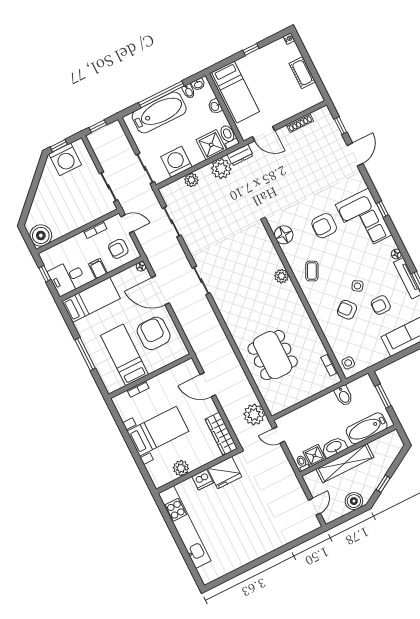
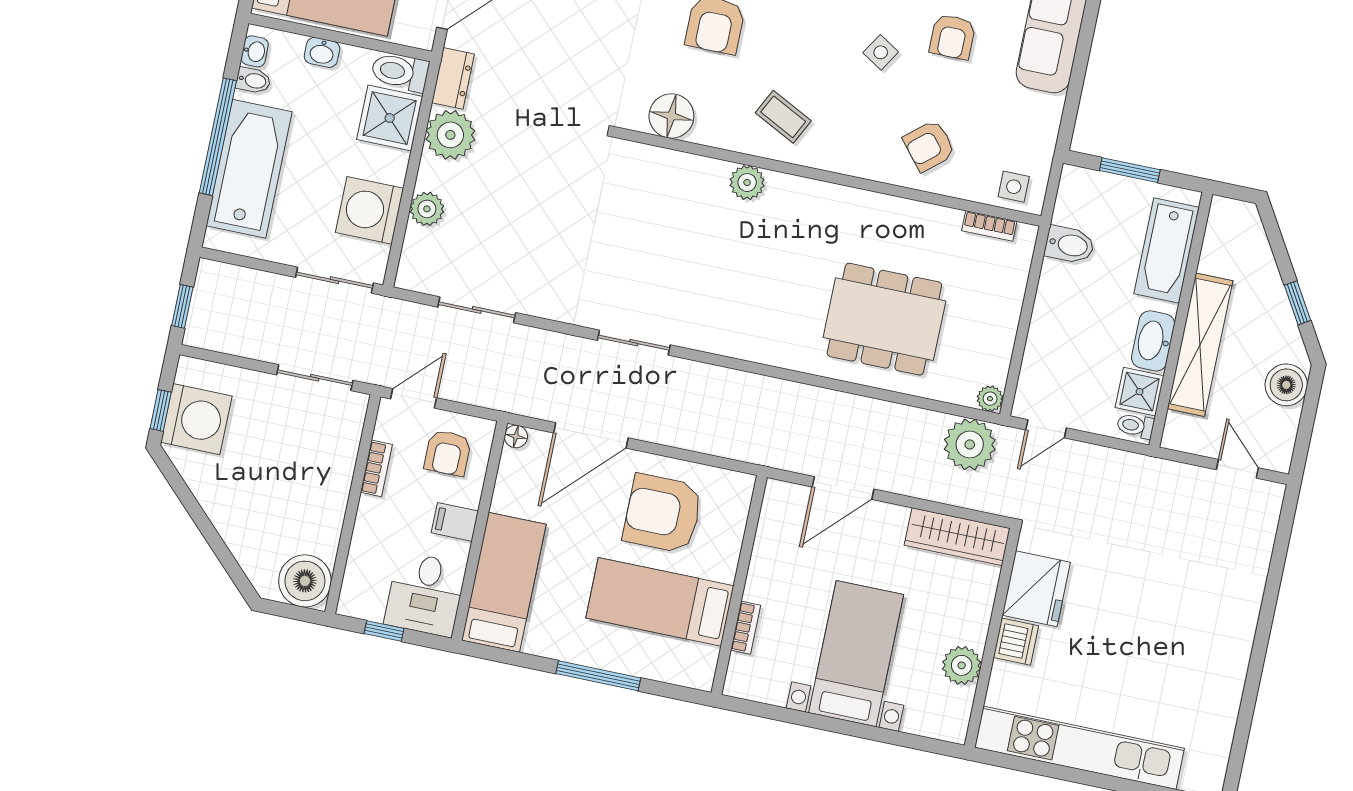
armchair: (347, 310) -> (929, 146), moved
plant: (274, 409) -> (990, 399), added

